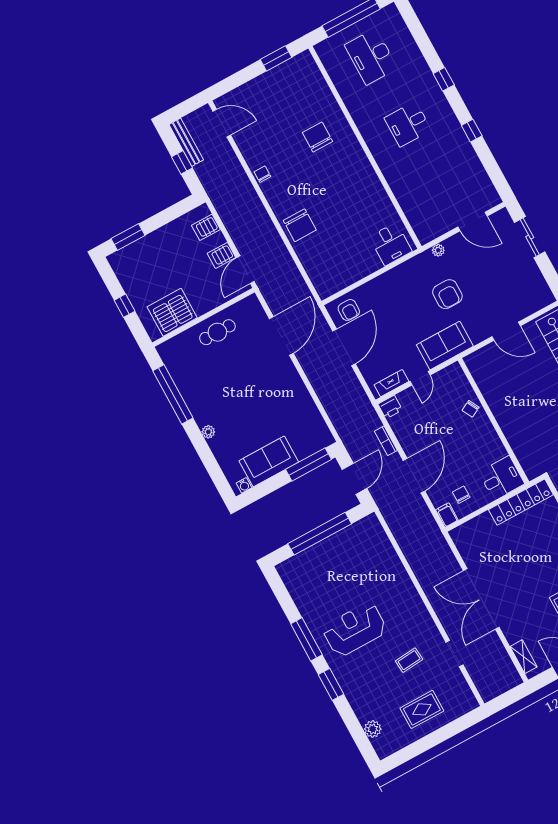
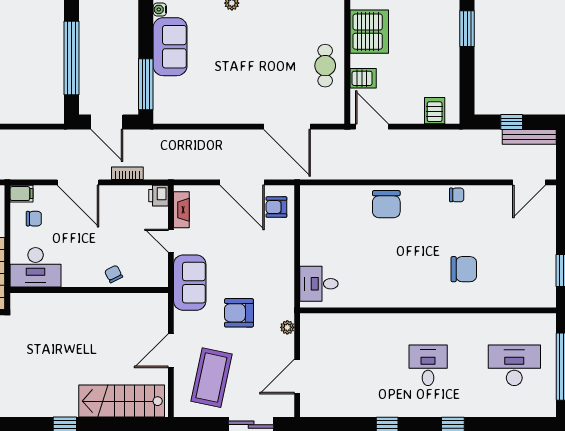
chair: (300, 225) -> (386, 204), turned -90
server rack: (221, 255) -> (363, 78), moved, turned 90
coffee table: (510, 288) -> (211, 378), added
desk: (502, 478) -> (36, 267), width x1.37

